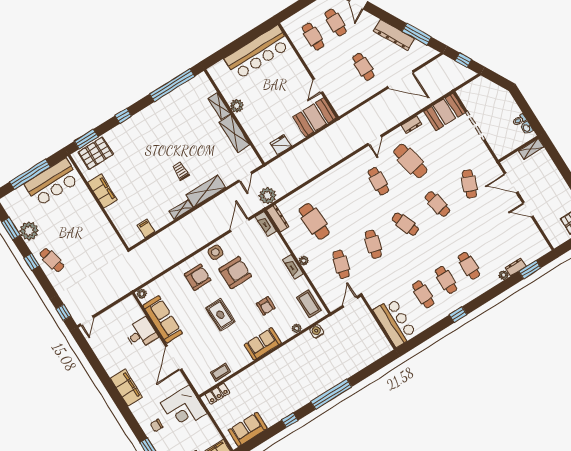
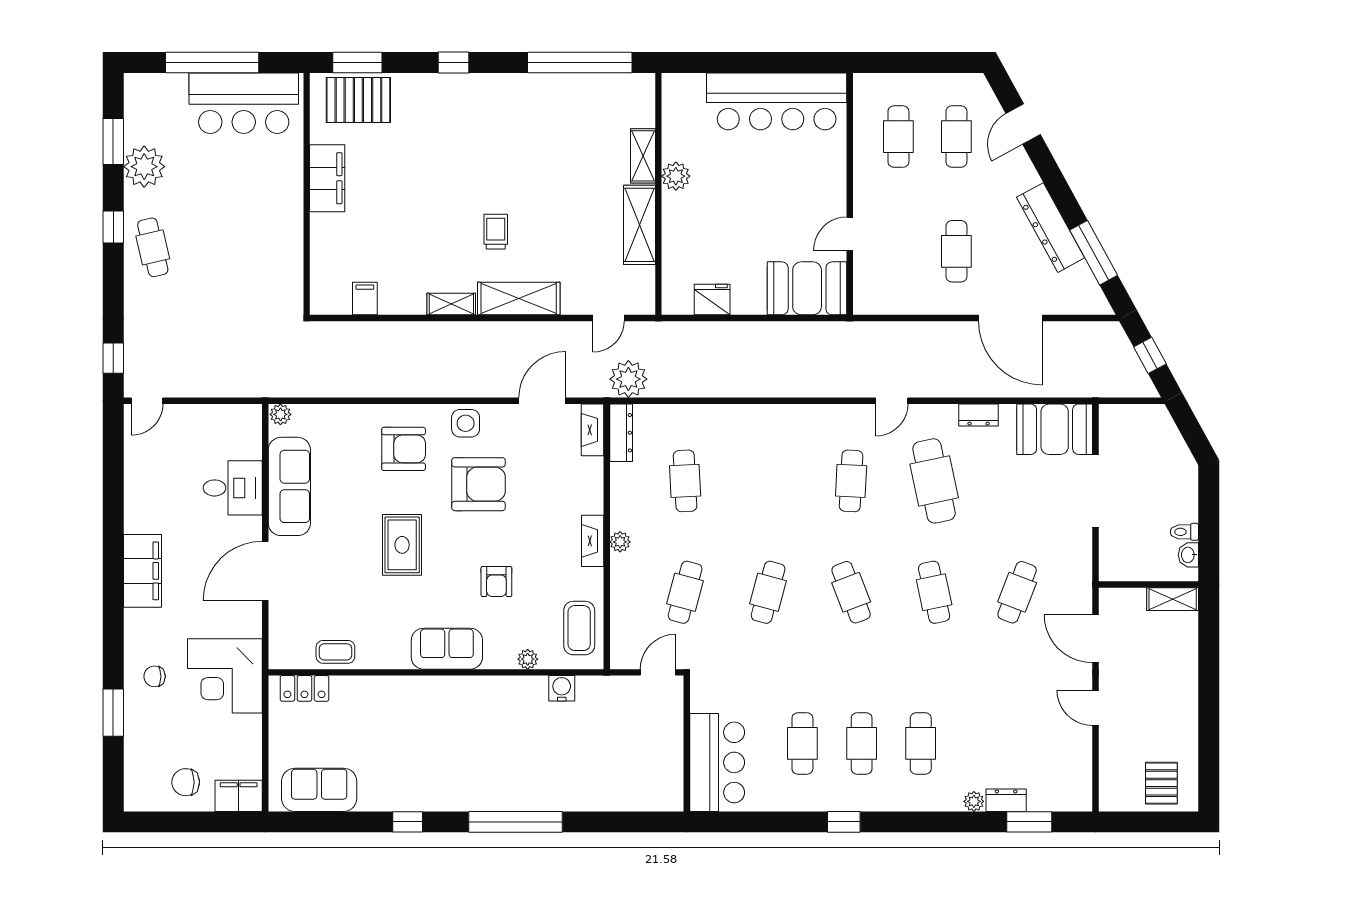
cafe table: (314, 221) -> (685, 481), width x0.73, depth x0.74

